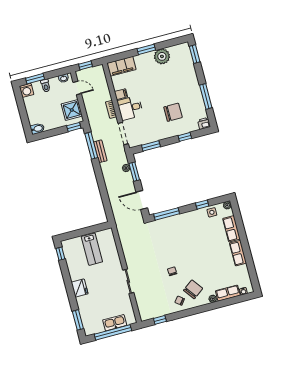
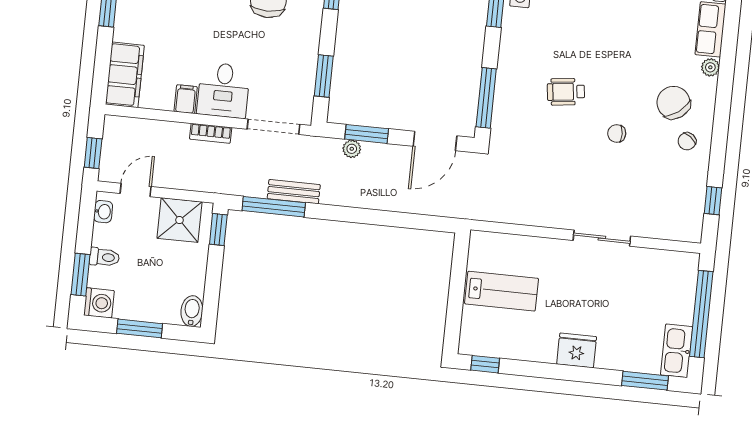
window: (22, 110) -> (140, 328), added
wheelchair: (181, 245) -> (566, 92), added
kitchen sink: (115, 323) -> (677, 351), moved

